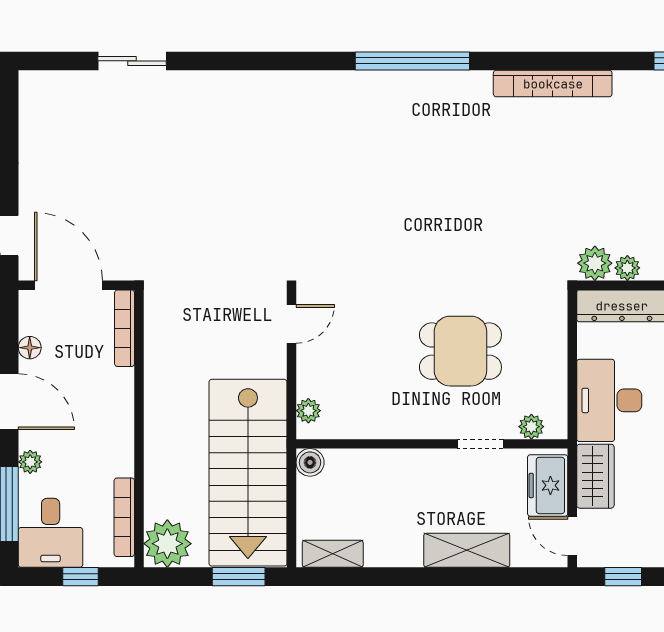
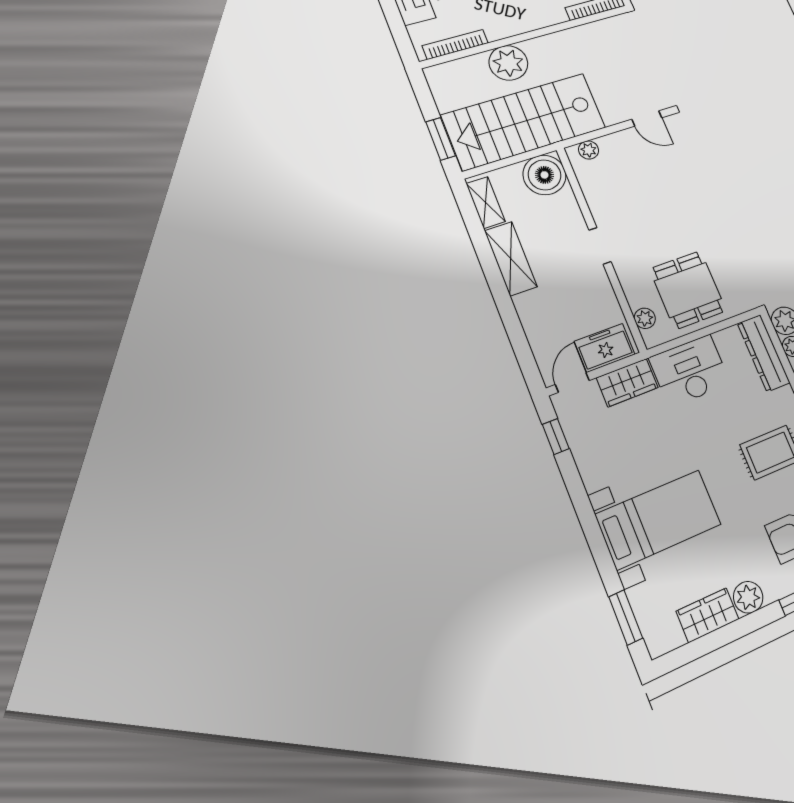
dining table: (460, 351) -> (688, 290), moved
doorway: (480, 444) -> (600, 246), moved
boiler: (310, 462) -> (544, 175), width x1.86, depth x1.86
plant: (167, 544) -> (508, 63), moved
shelving: (467, 550) -> (511, 259), moved
window: (81, 577) -> (397, 26), removed

